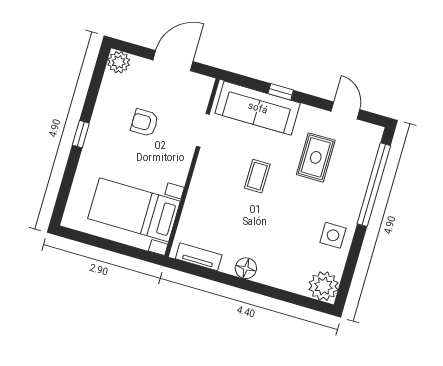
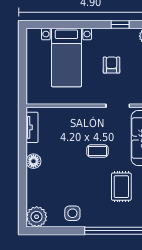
window: (81, 134) -> (120, 25), moved
rug: (316, 157) -> (121, 187), turned 90
bed with nightstands: (134, 210) -> (66, 58), moved, turned 180

